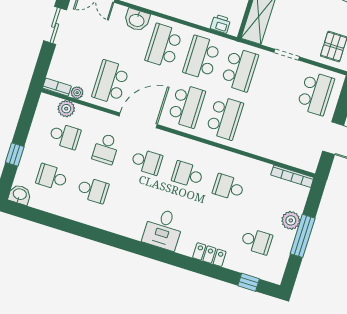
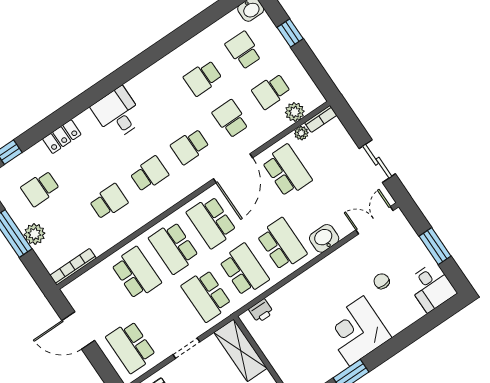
school desk: (263, 130) -> (136, 273), added
school desk: (52, 177) -> (243, 50), turned -90

